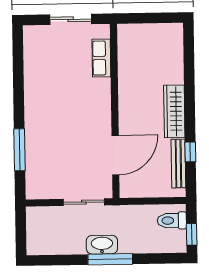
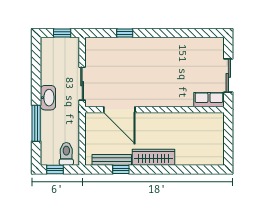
row of seats: (101, 58) -> (209, 100), moved
window: (19, 150) -> (125, 33), width x0.46
window: (21, 228) -> (62, 33), added
window: (110, 259) -> (36, 123), moved

